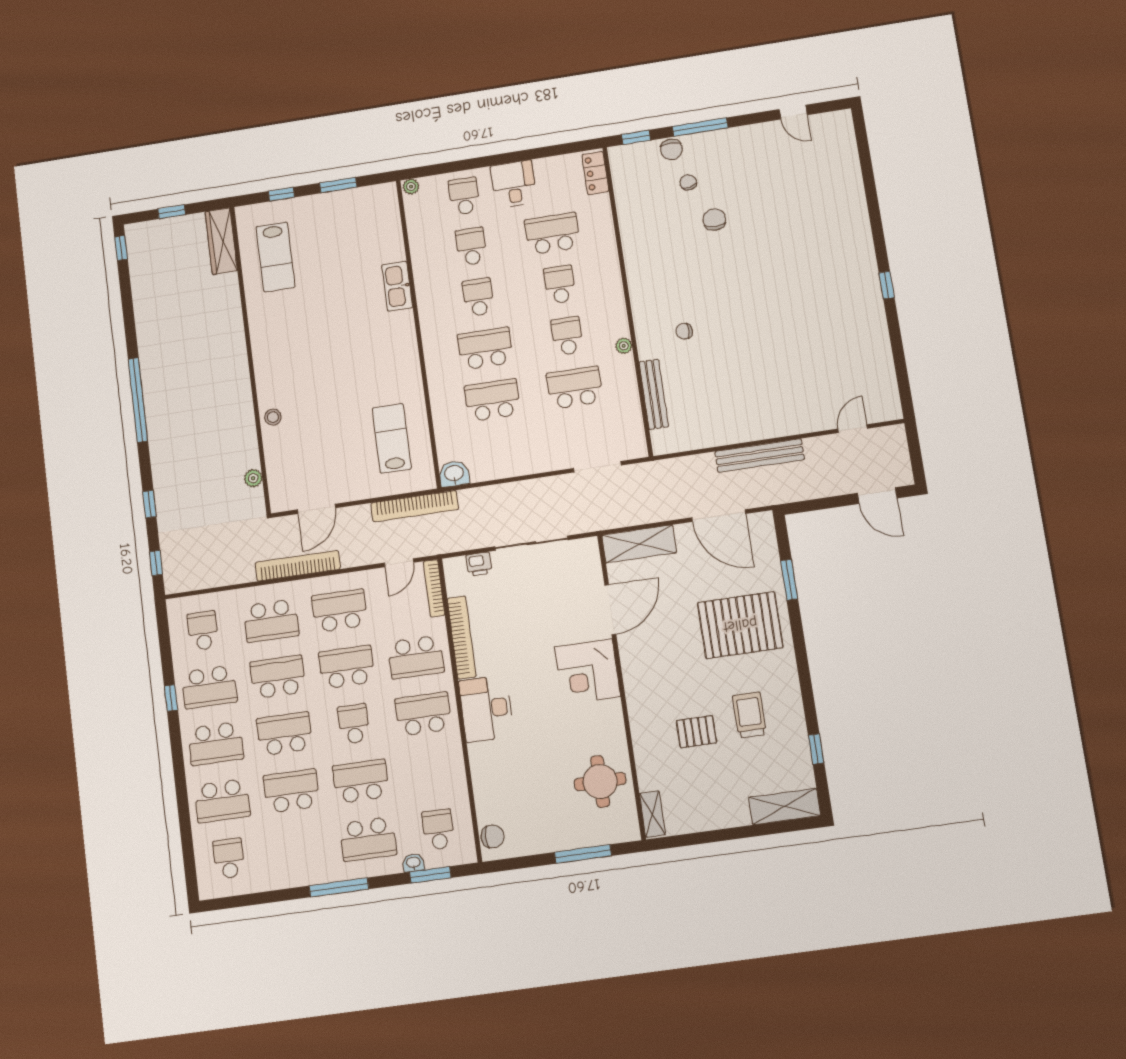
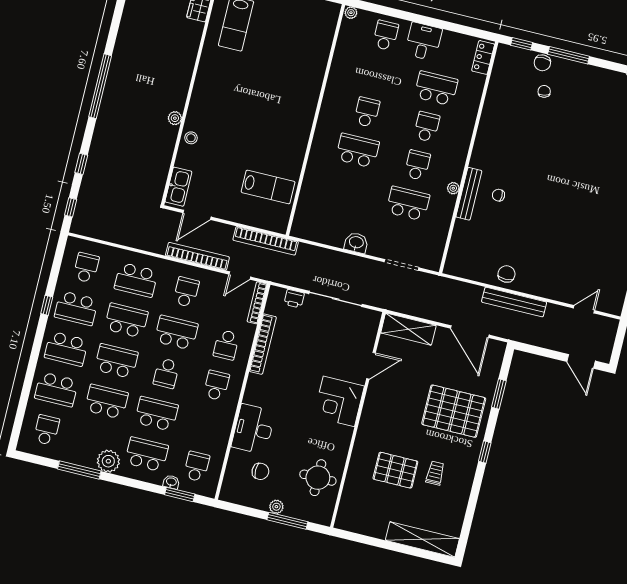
chair: (714, 220) -> (506, 274), moved
school desk: (471, 246) -> (376, 74), removed
kitchen sink: (397, 286) -> (178, 187), moved, turned 180
bench: (654, 394) -> (469, 194), moved
school desk: (492, 400) -> (348, 189), removed
lab bench: (392, 438) -> (268, 187), turned 90
washbasin: (454, 474) -> (356, 243), moved
plant: (253, 478) -> (175, 118), moved
bookcase: (298, 566) -> (197, 256), moved
door: (610, 610) -> (371, 366), width x0.73
school desk: (340, 611) -> (186, 292), width x0.54
school desk: (416, 657) -> (226, 345), width x0.54
desk: (486, 709) -> (253, 429), moved
school desk: (423, 714) -> (216, 385), width x0.54
trolley: (749, 715) -> (435, 473), width x0.73, depth x0.72
school desk: (354, 724) -> (166, 373), turned 180
pallet: (696, 732) -> (395, 470), width x1.50, depth x1.42
window: (816, 749) -> (485, 452), moved
shelving: (785, 807) -> (422, 539), width x1.47
shelving: (652, 814) -> (344, 513), removed
chair: (493, 836) -> (260, 471), moved
school desk: (368, 839) -> (147, 454), turned 180
plant: (561, 841) -> (276, 507), added
plant: (323, 868) -> (108, 461), added
window: (339, 887) -> (79, 470), moved

